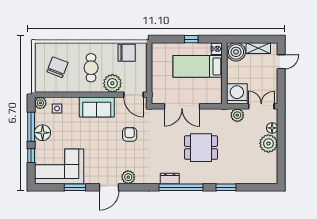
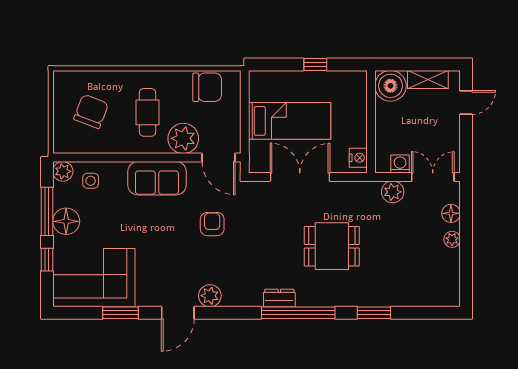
nightstand: (217, 49) -> (358, 158), moved
bed: (198, 66) -> (290, 121), moved, turned 180
washing machine: (237, 94) -> (400, 164), width x0.53, depth x0.53
double door: (182, 106) -> (300, 177), swing flipped
plant: (268, 143) -> (452, 239), width x0.53, depth x0.53

